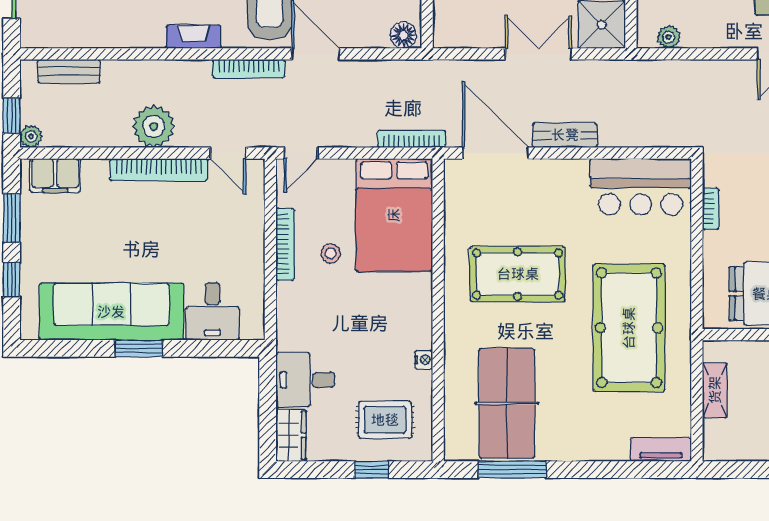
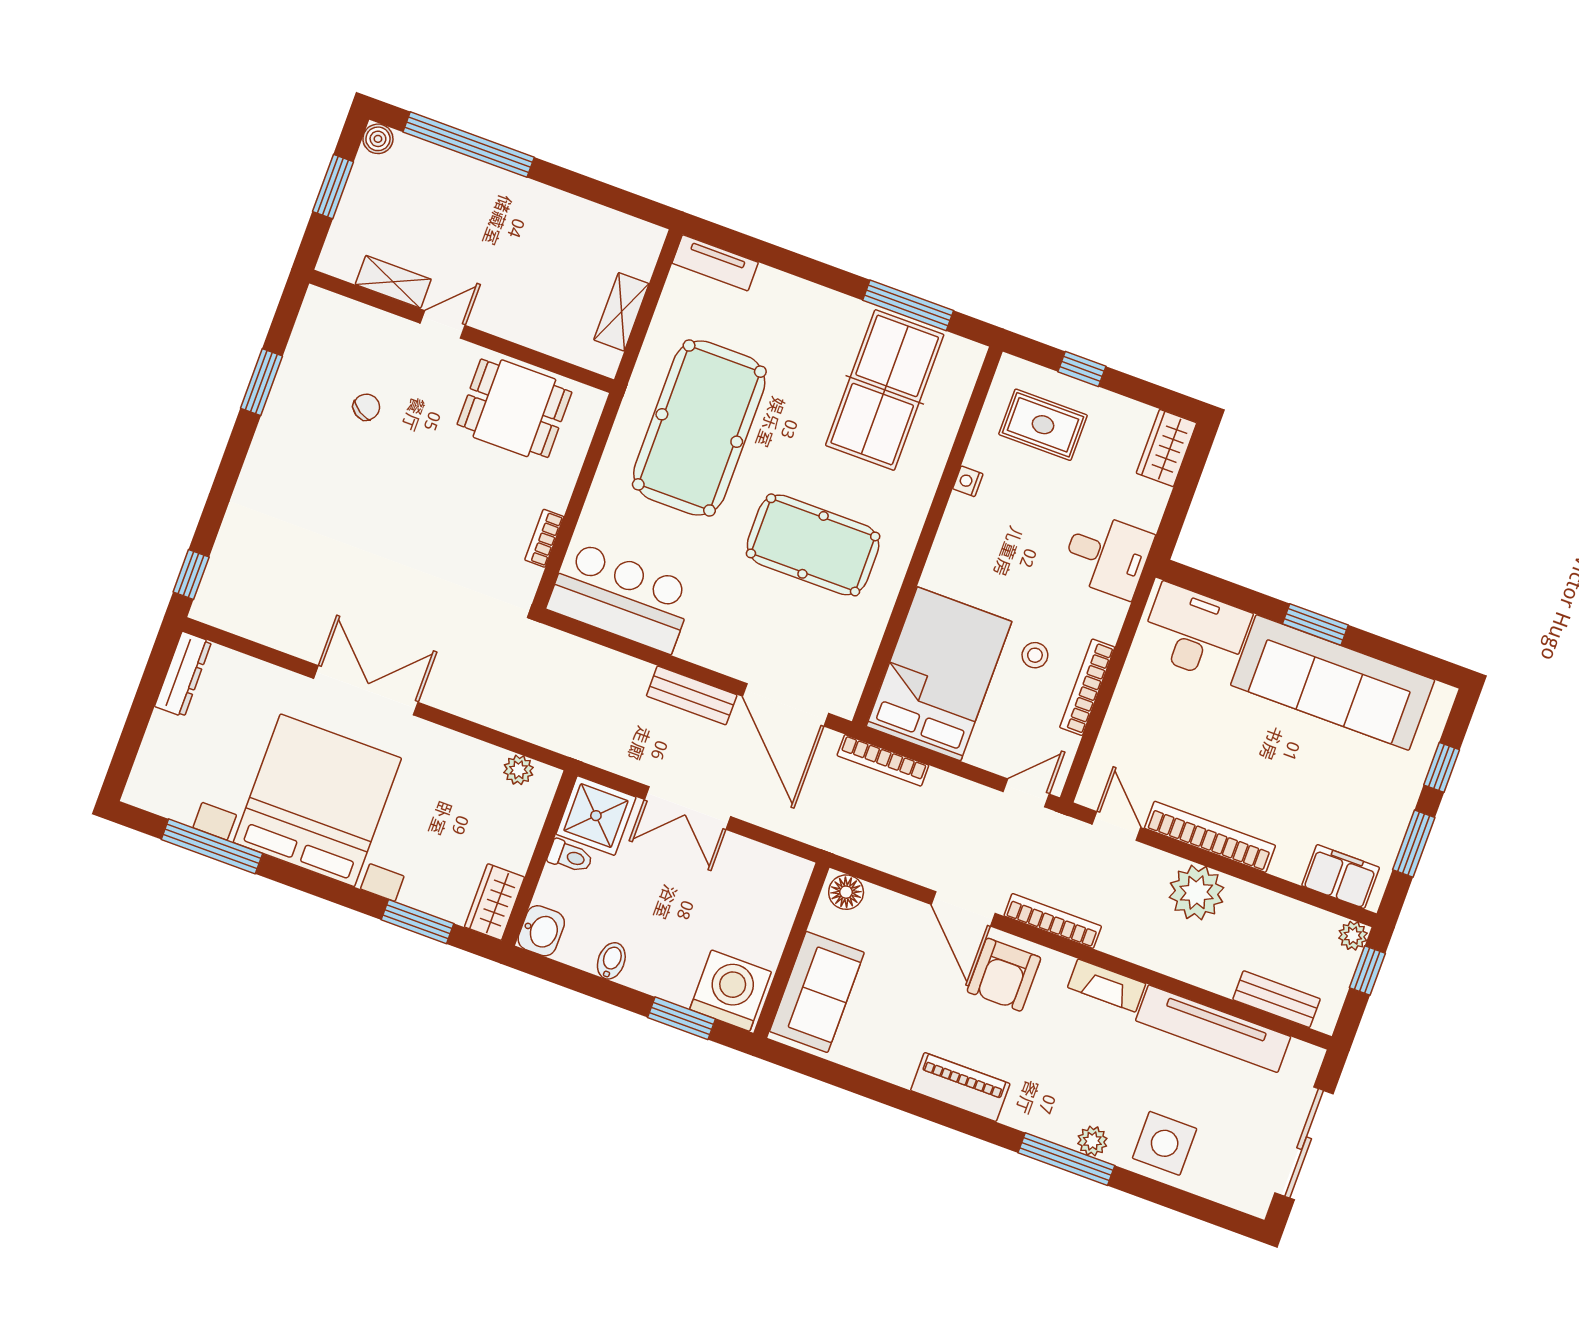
tv unit: (106, 34) -> (1213, 1029), added
desk: (213, 311) -> (1195, 632), width x1.37
desk: (305, 380) -> (1107, 555), moved

